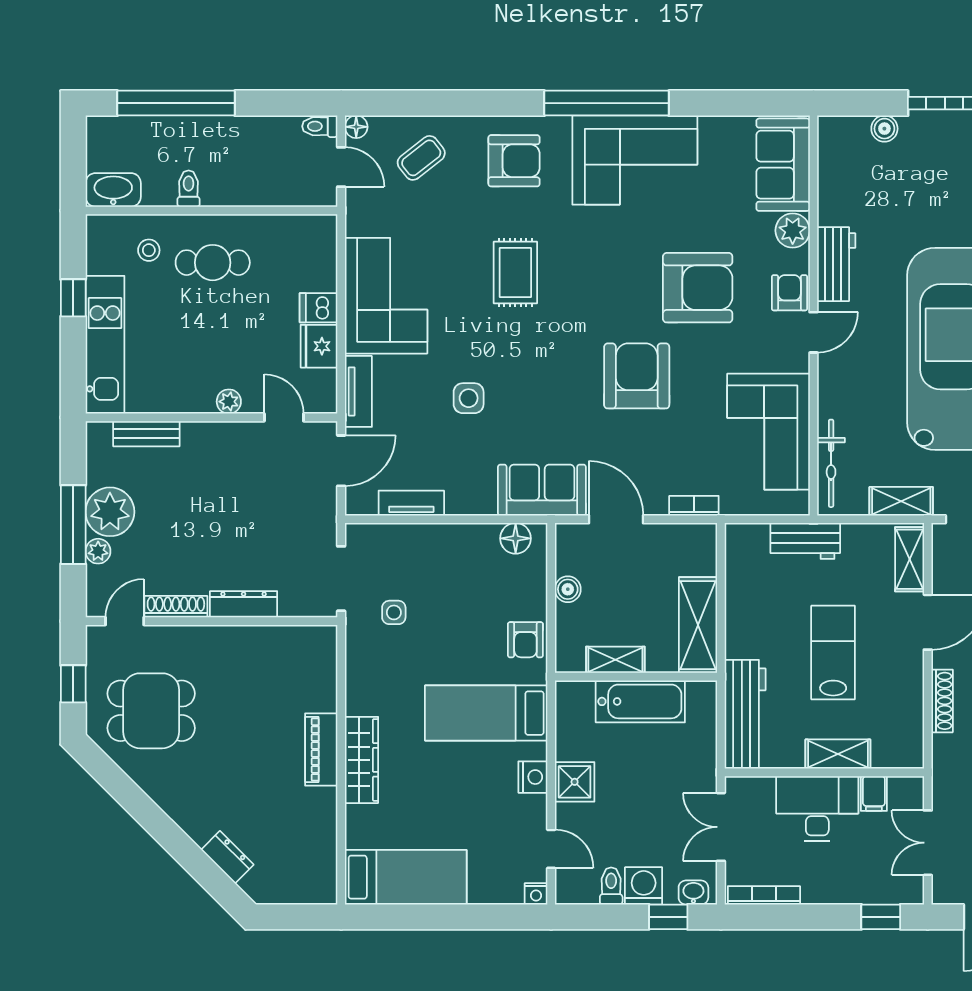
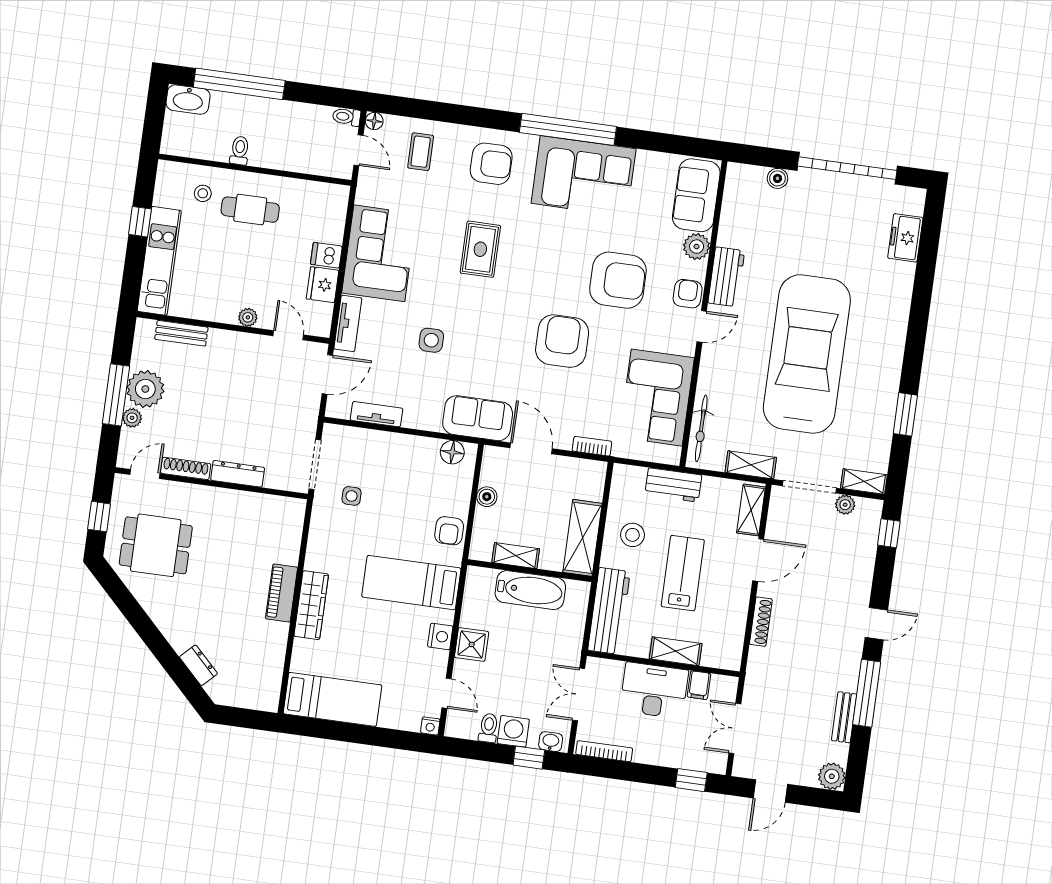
coffee table: (421, 158) -> (421, 152), turned -52
washbasin: (113, 190) -> (188, 100), moved, turned 180
stool: (762, 612) -> (632, 535), added

